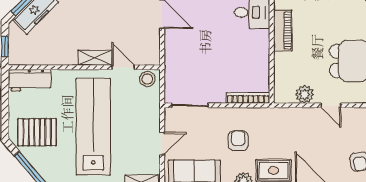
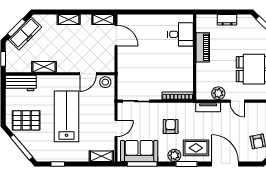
shelving: (95, 58) -> (44, 67), moved
door: (123, 67) -> (88, 74), swing flipped
tv unit: (290, 114) -> (208, 107), added
lab bench: (93, 127) -> (67, 116), width x0.73

